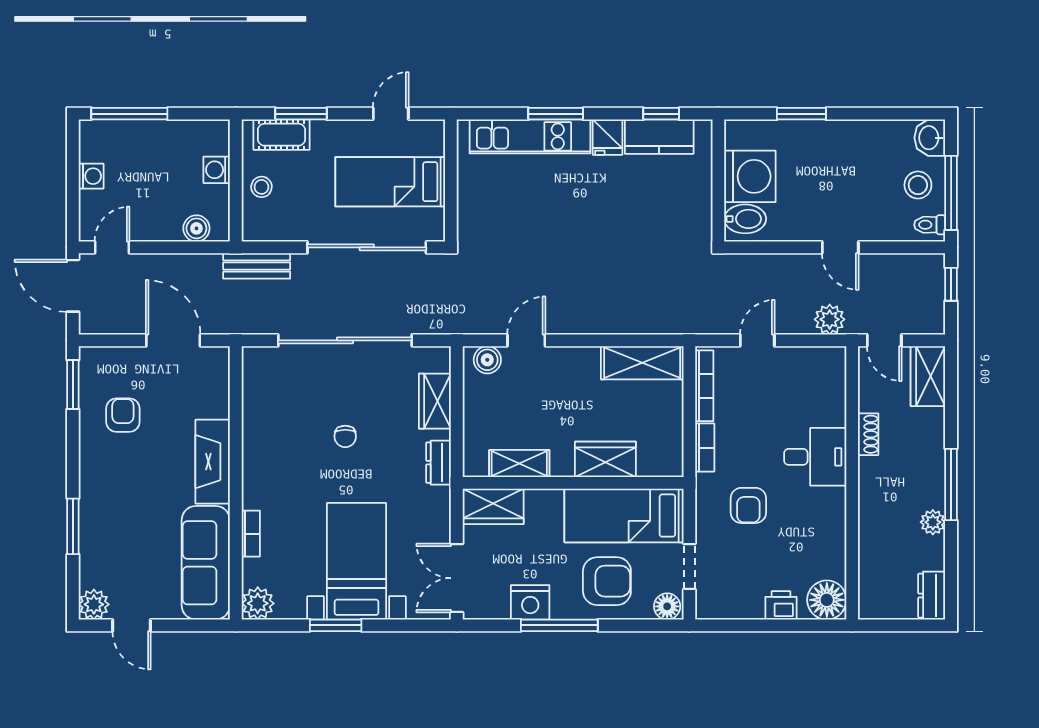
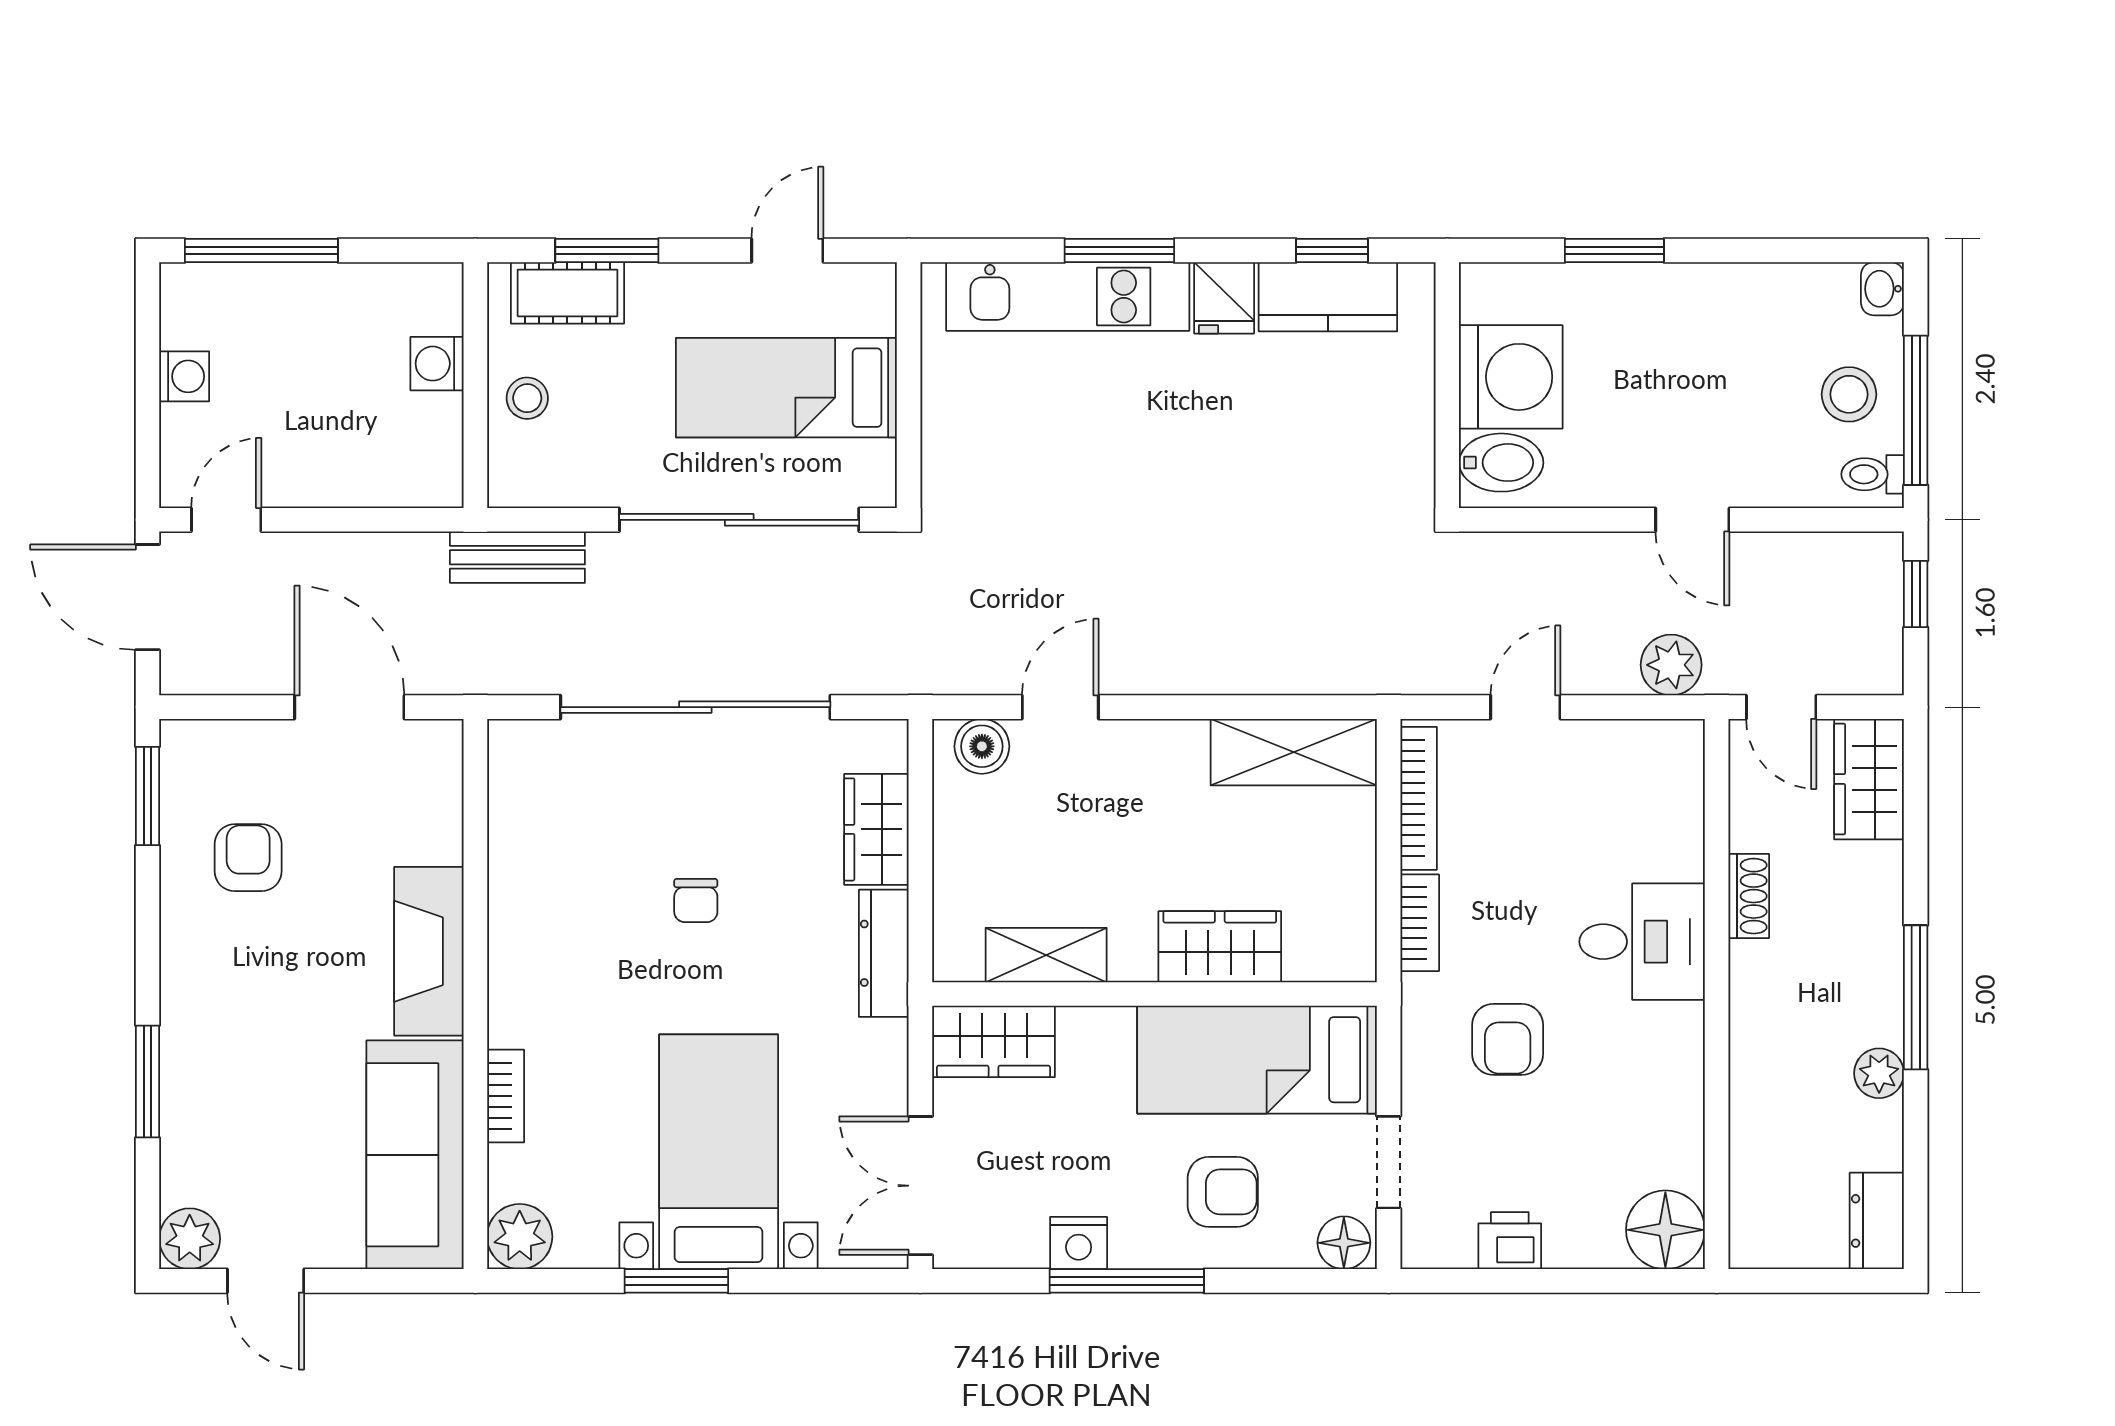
washbasin: (930, 138) -> (1882, 289), width x0.72, depth x0.69
boiler: (196, 228) -> (396, 482), removed
dresser: (439, 463) -> (884, 953), width x1.44
armchair: (607, 581) -> (1223, 1192), width x0.72, depth x0.72
nightstand: (530, 602) -> (1079, 1243), width x0.74, depth x0.75
printer: (781, 605) -> (1510, 1241), moved

